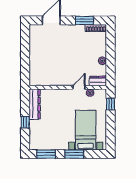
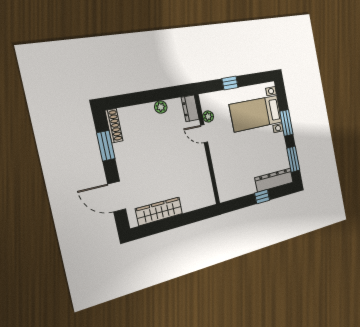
wardrobe: (35, 45) -> (159, 211), added
dresser: (35, 104) -> (274, 180), moved
window: (110, 104) -> (230, 83), moved

